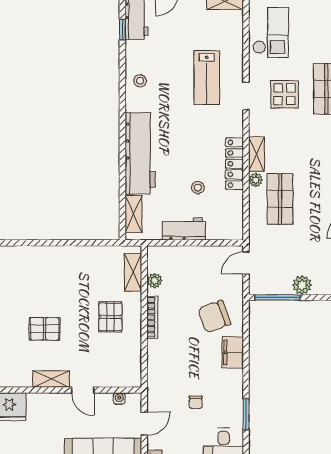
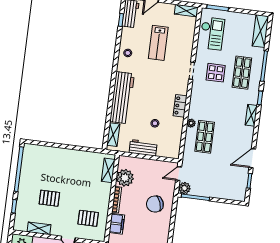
lab bench: (207, 77) -> (158, 43), moved
shelving: (257, 154) -> (194, 107), removed
locker: (234, 164) -> (180, 106), width x0.66
plant: (154, 281) -> (125, 178), width x1.87, depth x1.87
plant: (302, 285) -> (184, 188), moved
pallet: (110, 317) -> (88, 218), moved, turned 90
filing cabinet: (233, 352) -> (117, 224), moved, turned 180
shelving: (51, 379) -> (39, 228), moved

